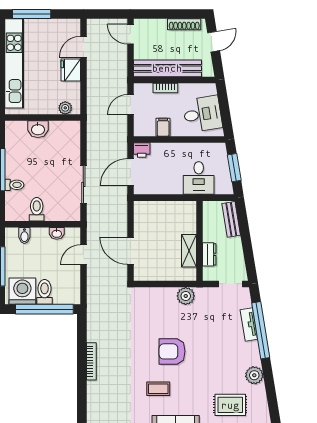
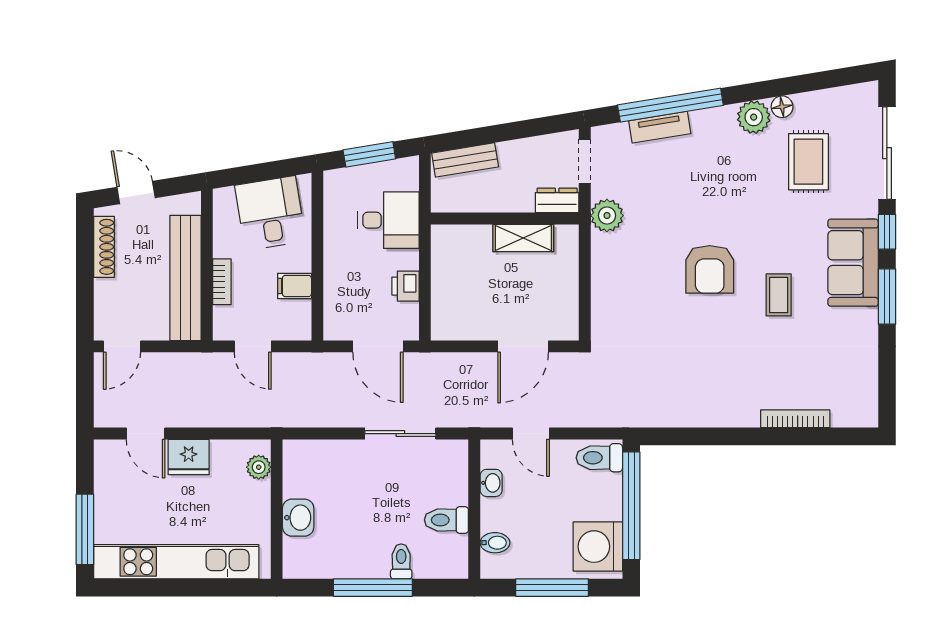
printer: (142, 150) -> (405, 286), moved, turned 180
dresser: (209, 254) -> (557, 200), moved
toilet: (45, 292) -> (599, 458), moved
plant: (186, 296) -> (607, 216), moved
bookcase: (91, 361) -> (795, 419), moved
floor lamp: (260, 391) -> (782, 107), added

